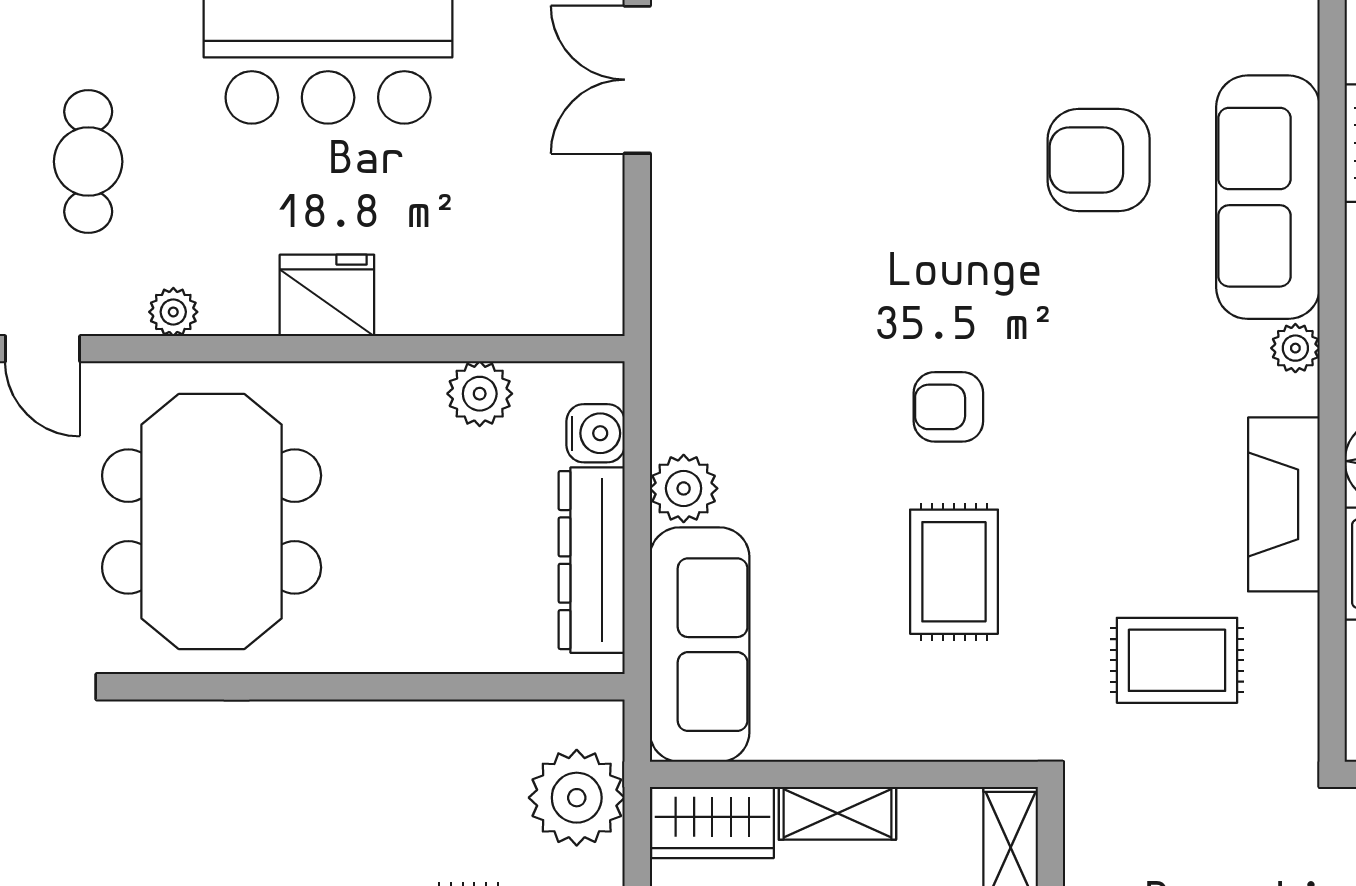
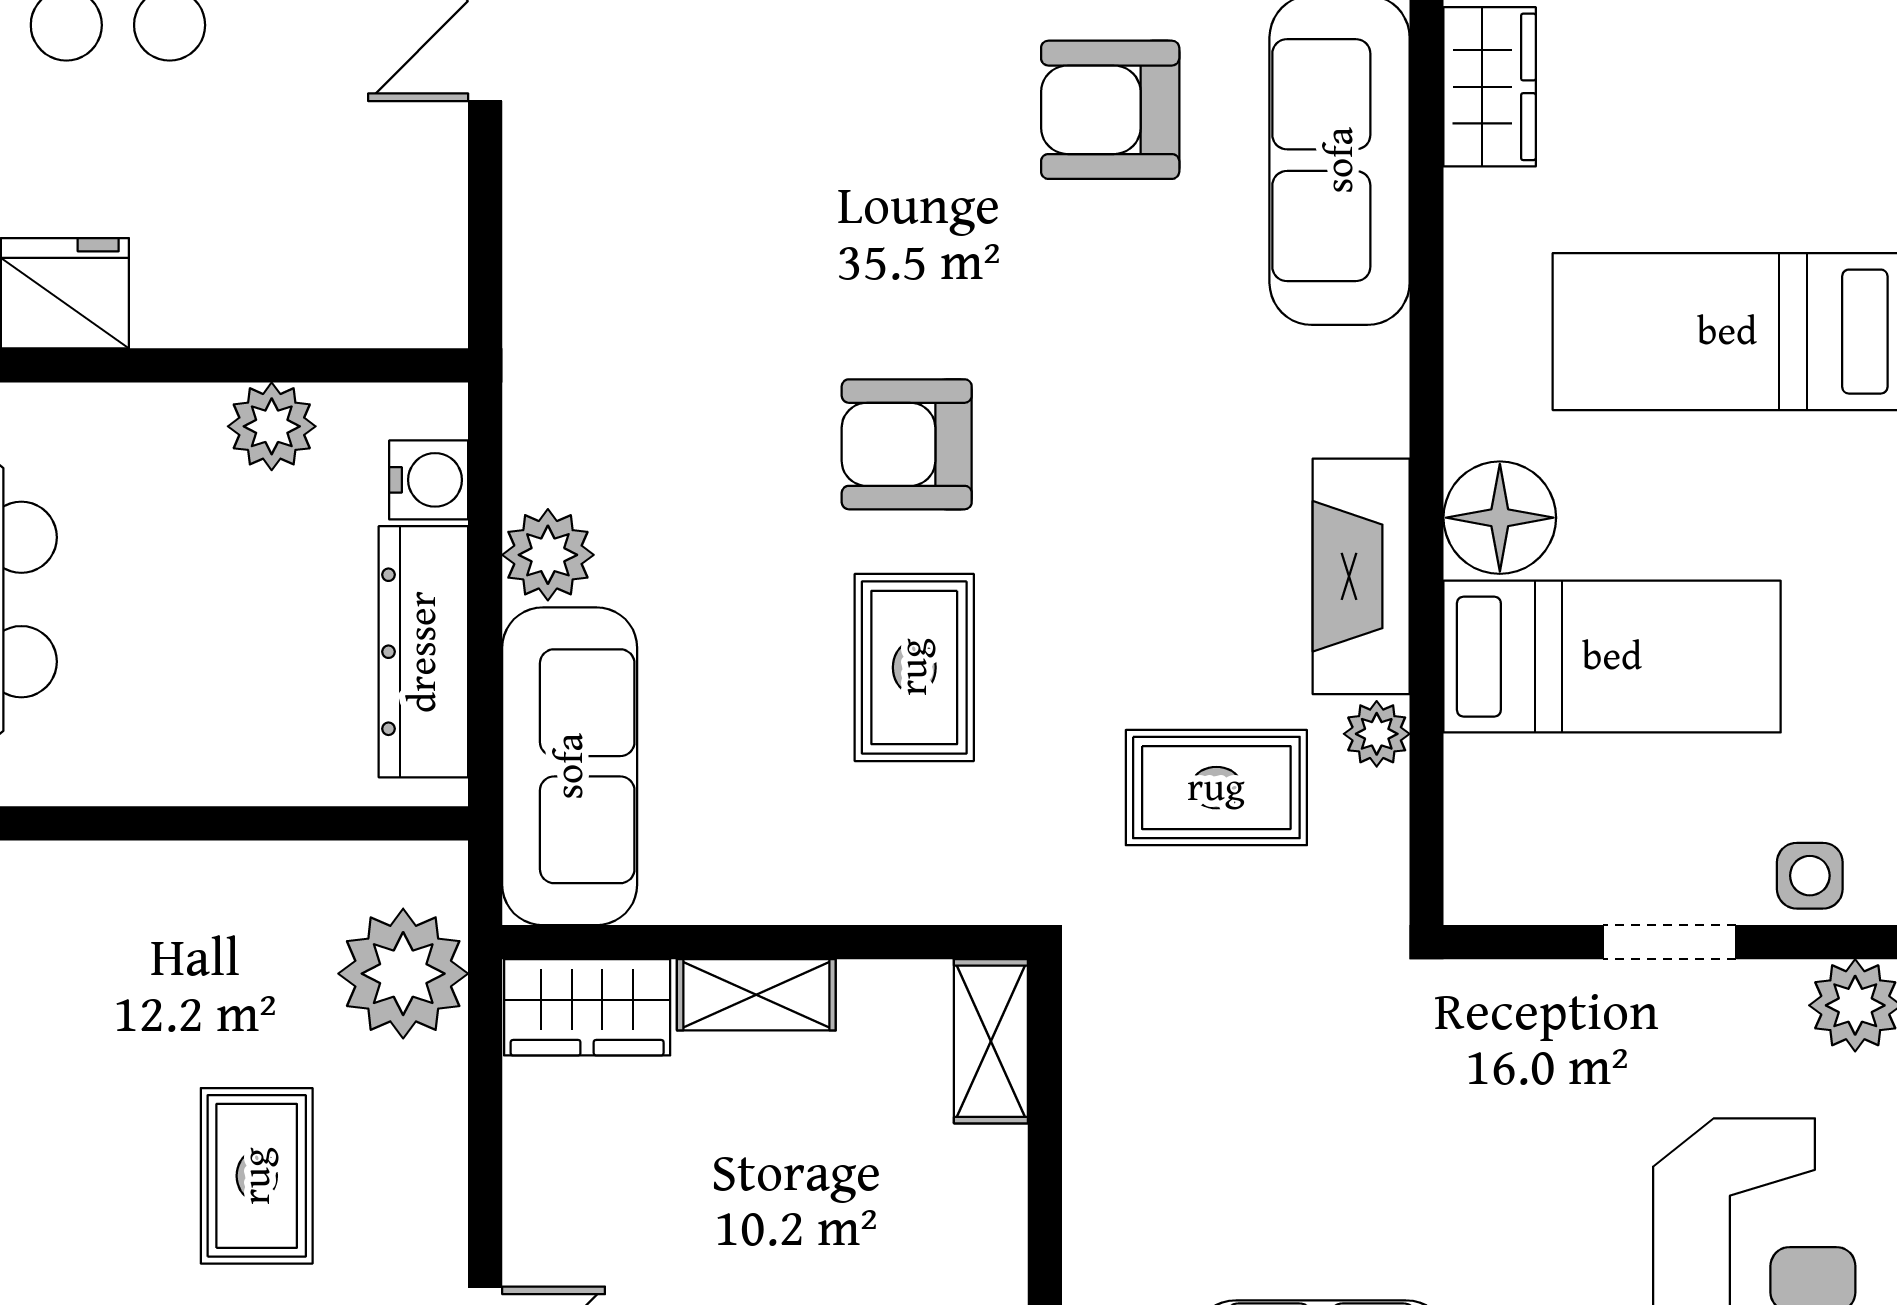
plant: (1295, 348) -> (1377, 734), moved
armchair: (948, 407) -> (907, 444), width x1.38, depth x1.38

